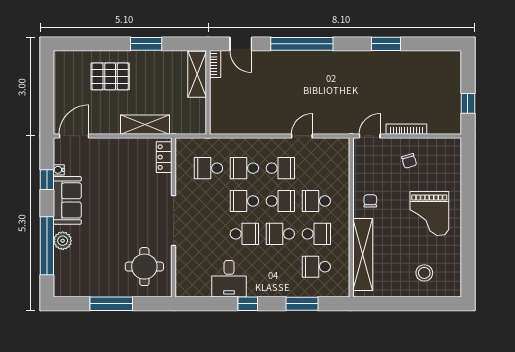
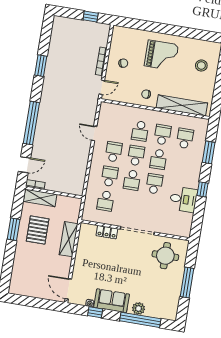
pallet: (110, 76) -> (38, 230), moved
door: (370, 136) -> (102, 87), swing flipped
locker: (164, 157) -> (107, 232), moved
school desk: (244, 168) -> (110, 176), turned 180
school desk: (316, 267) -> (185, 138), turned 180

